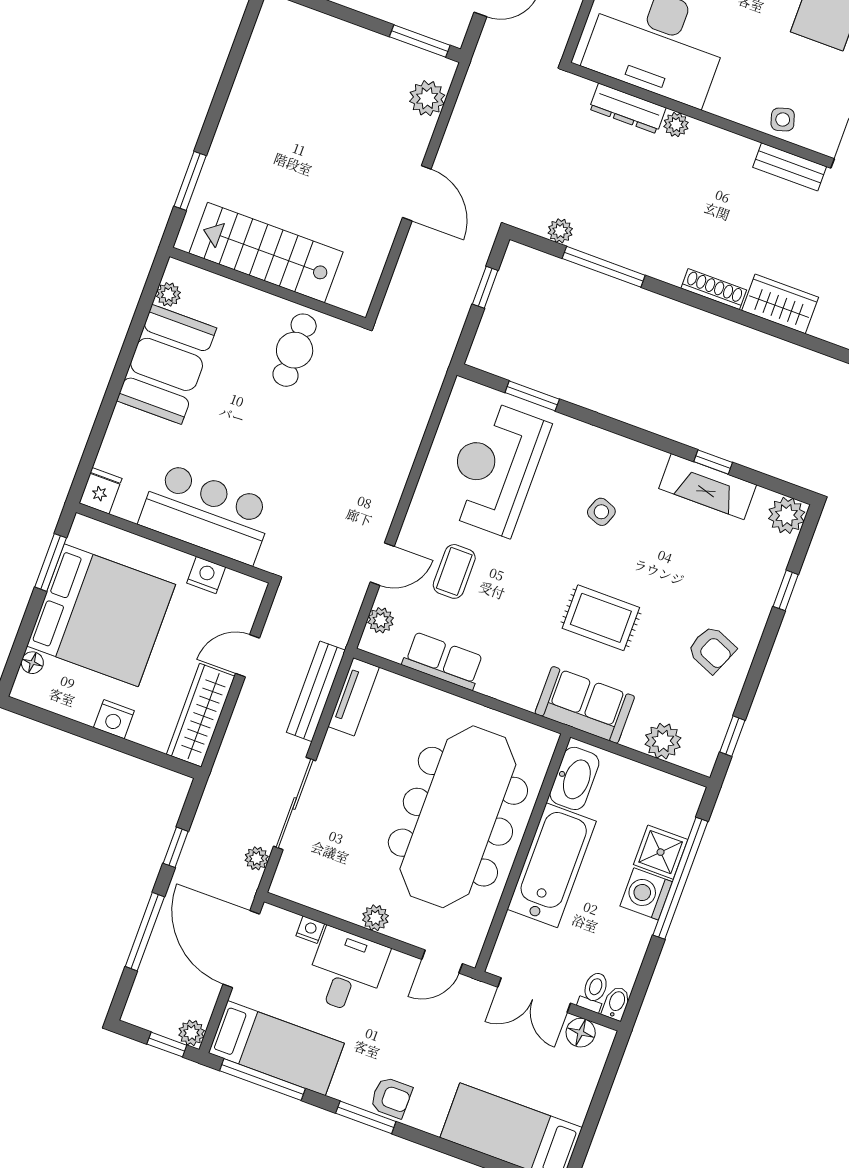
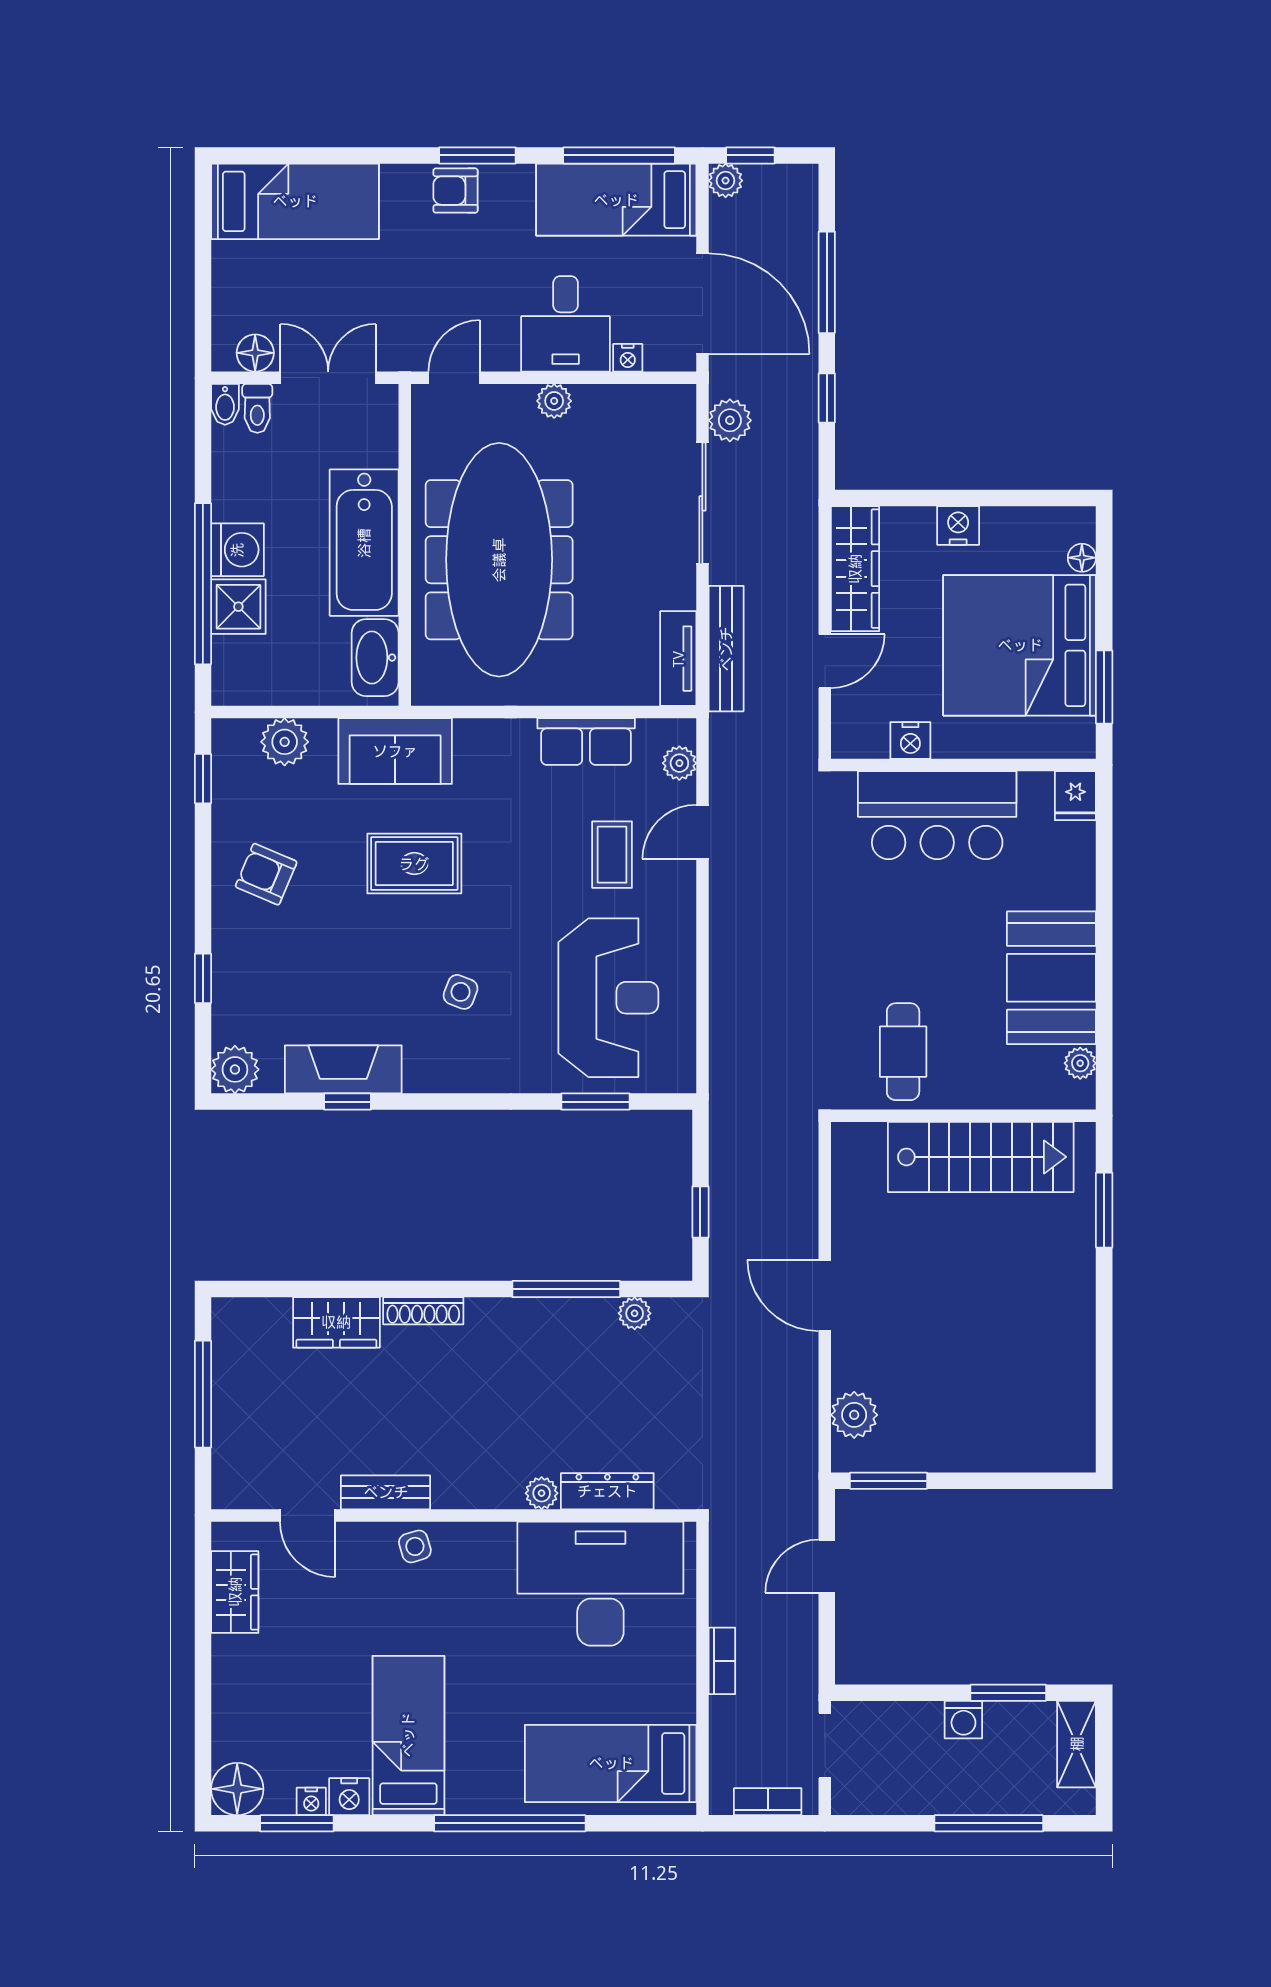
plant: (257, 858) -> (730, 420), width x1.38, depth x1.38

